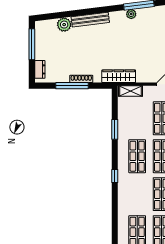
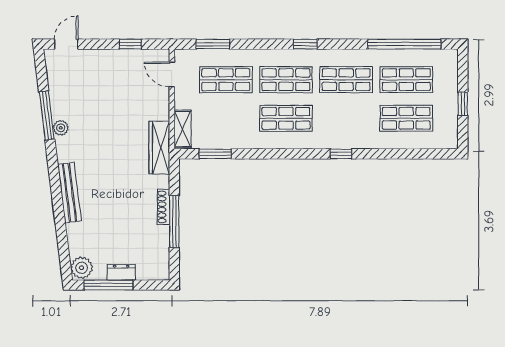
plant: (64, 25) -> (82, 268), moved
dresser: (40, 69) -> (121, 272), moved
window: (115, 129) -> (215, 154), moved
window: (115, 176) -> (341, 154), moved

